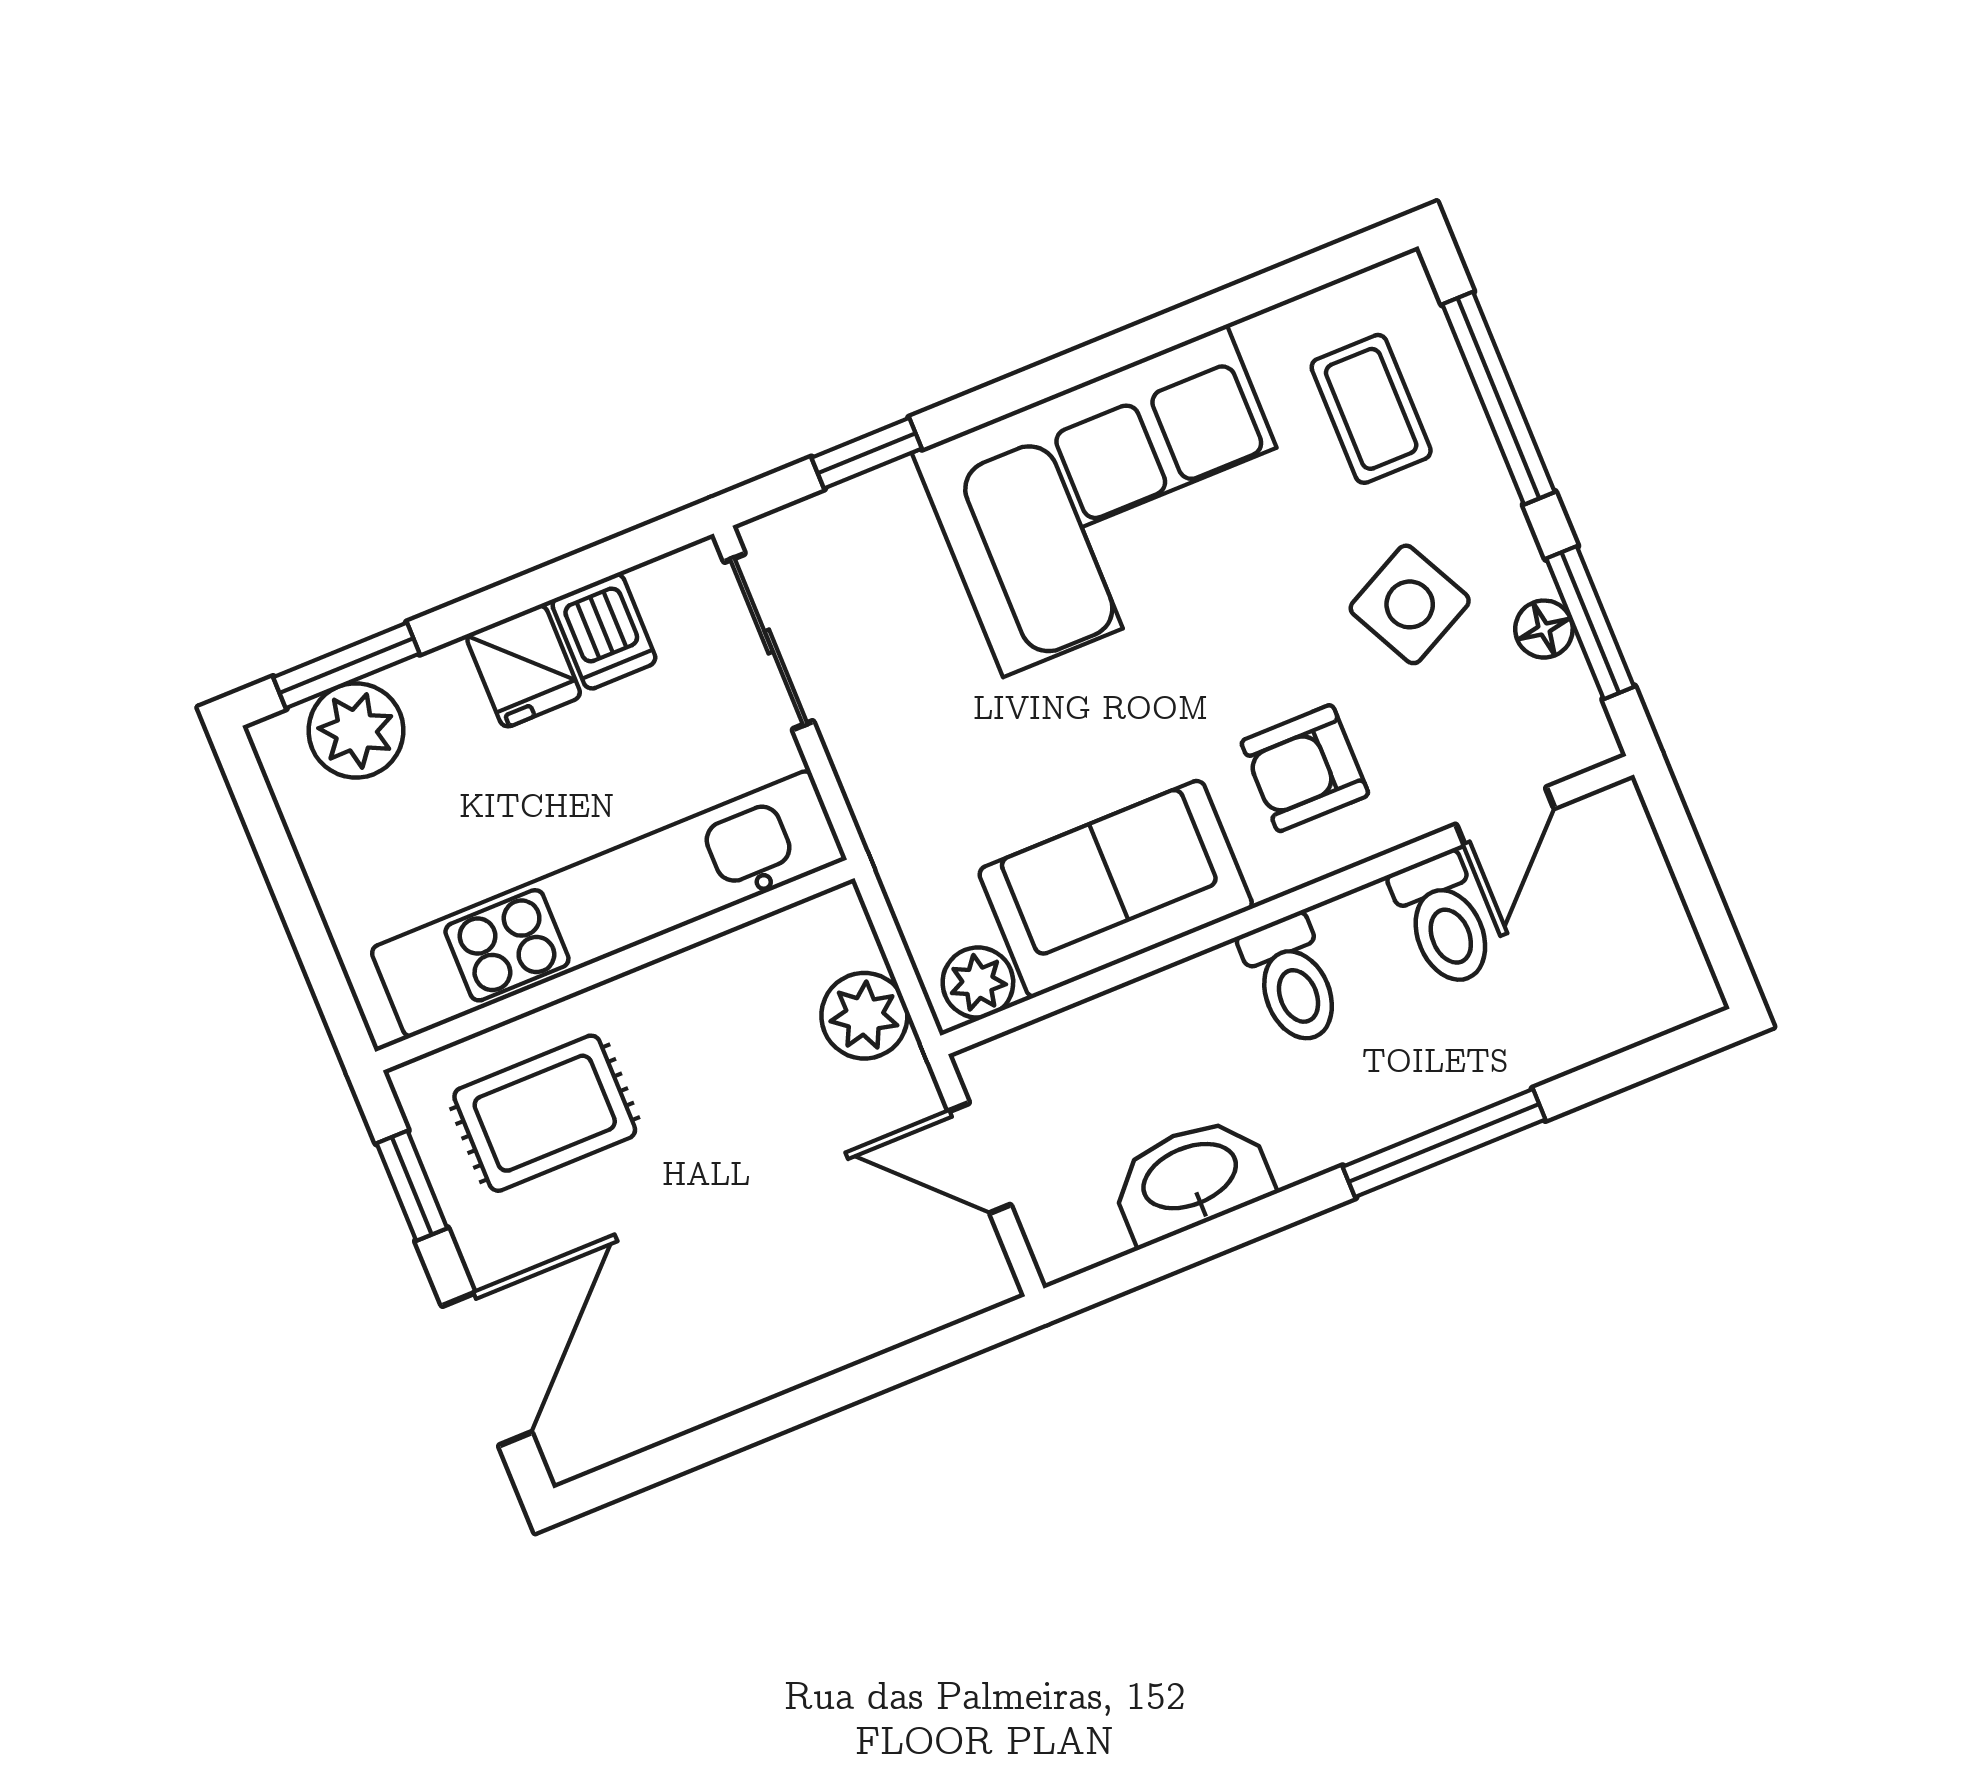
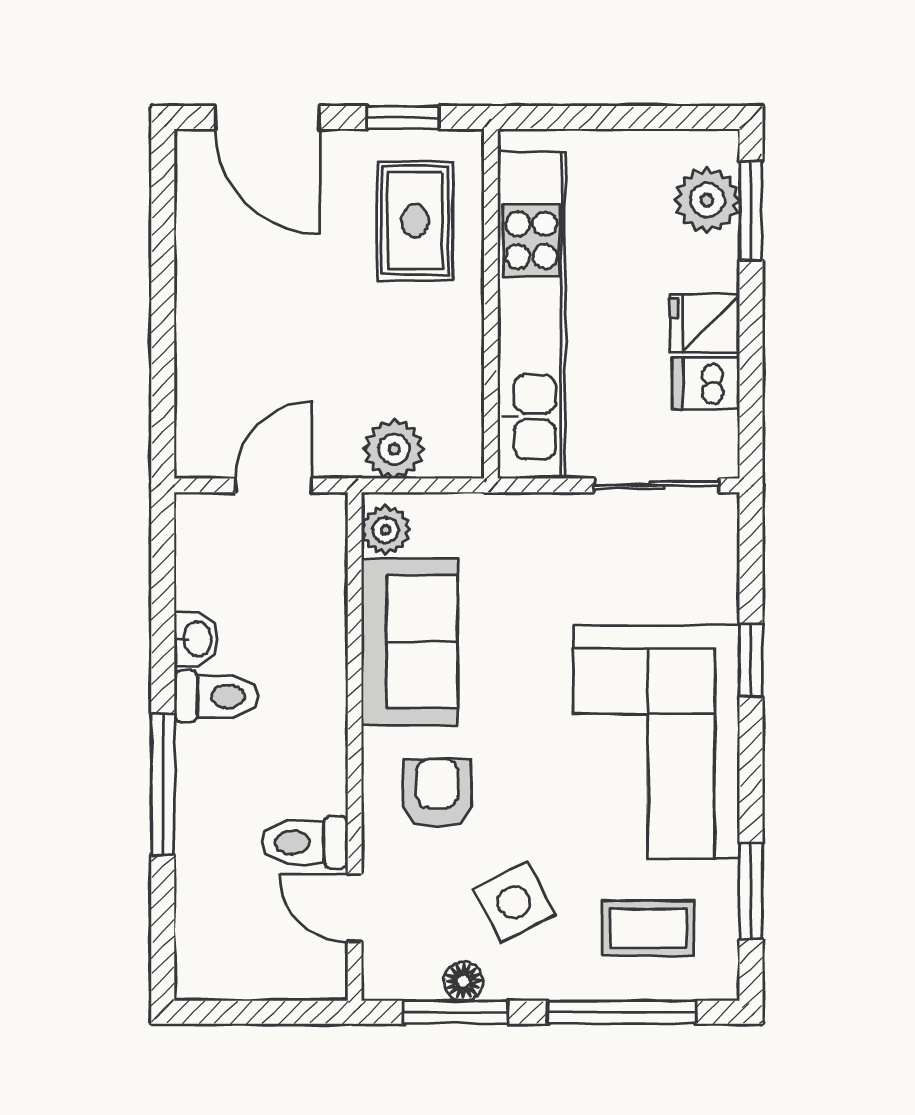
window: (1264, 291) -> (751, 891), added
window: (867, 453) -> (751, 660), moved
toilet: (1292, 980) -> (216, 696), moved, turned 180
washbasin: (1191, 1179) -> (196, 639), width x0.52, depth x0.69

